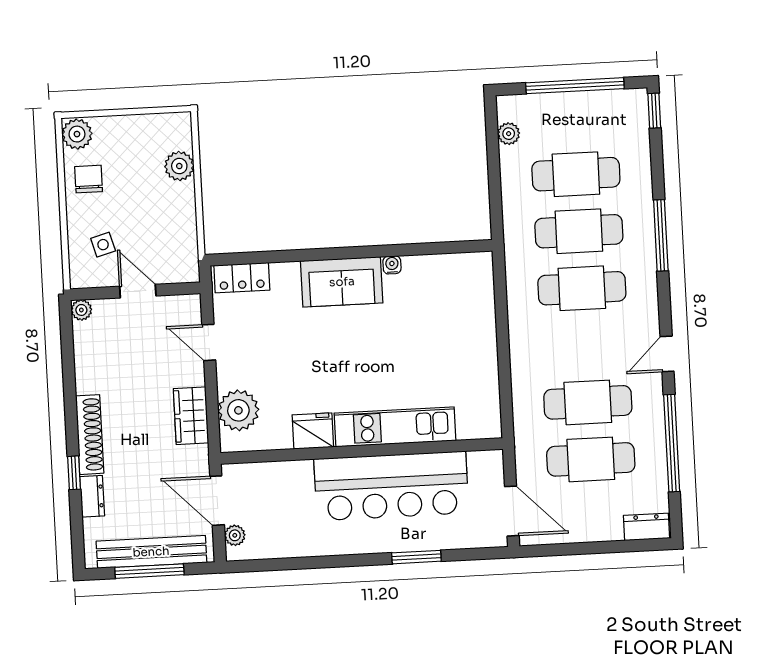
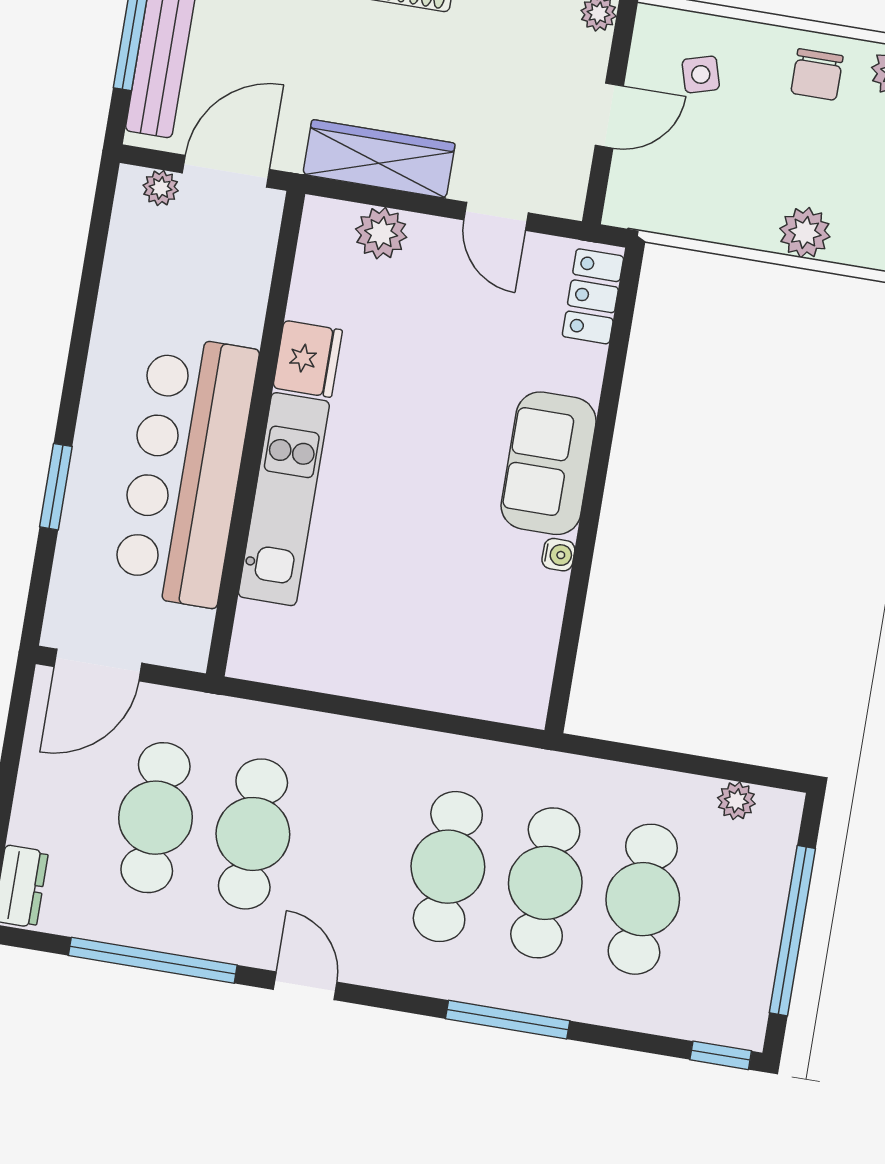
chair: (89, 179) -> (817, 75), turned 90
door: (209, 342) -> (496, 216), swing flipped
plant: (238, 410) -> (381, 233), width x0.73, depth x0.73
wardrobe: (191, 416) -> (379, 159), width x1.50

